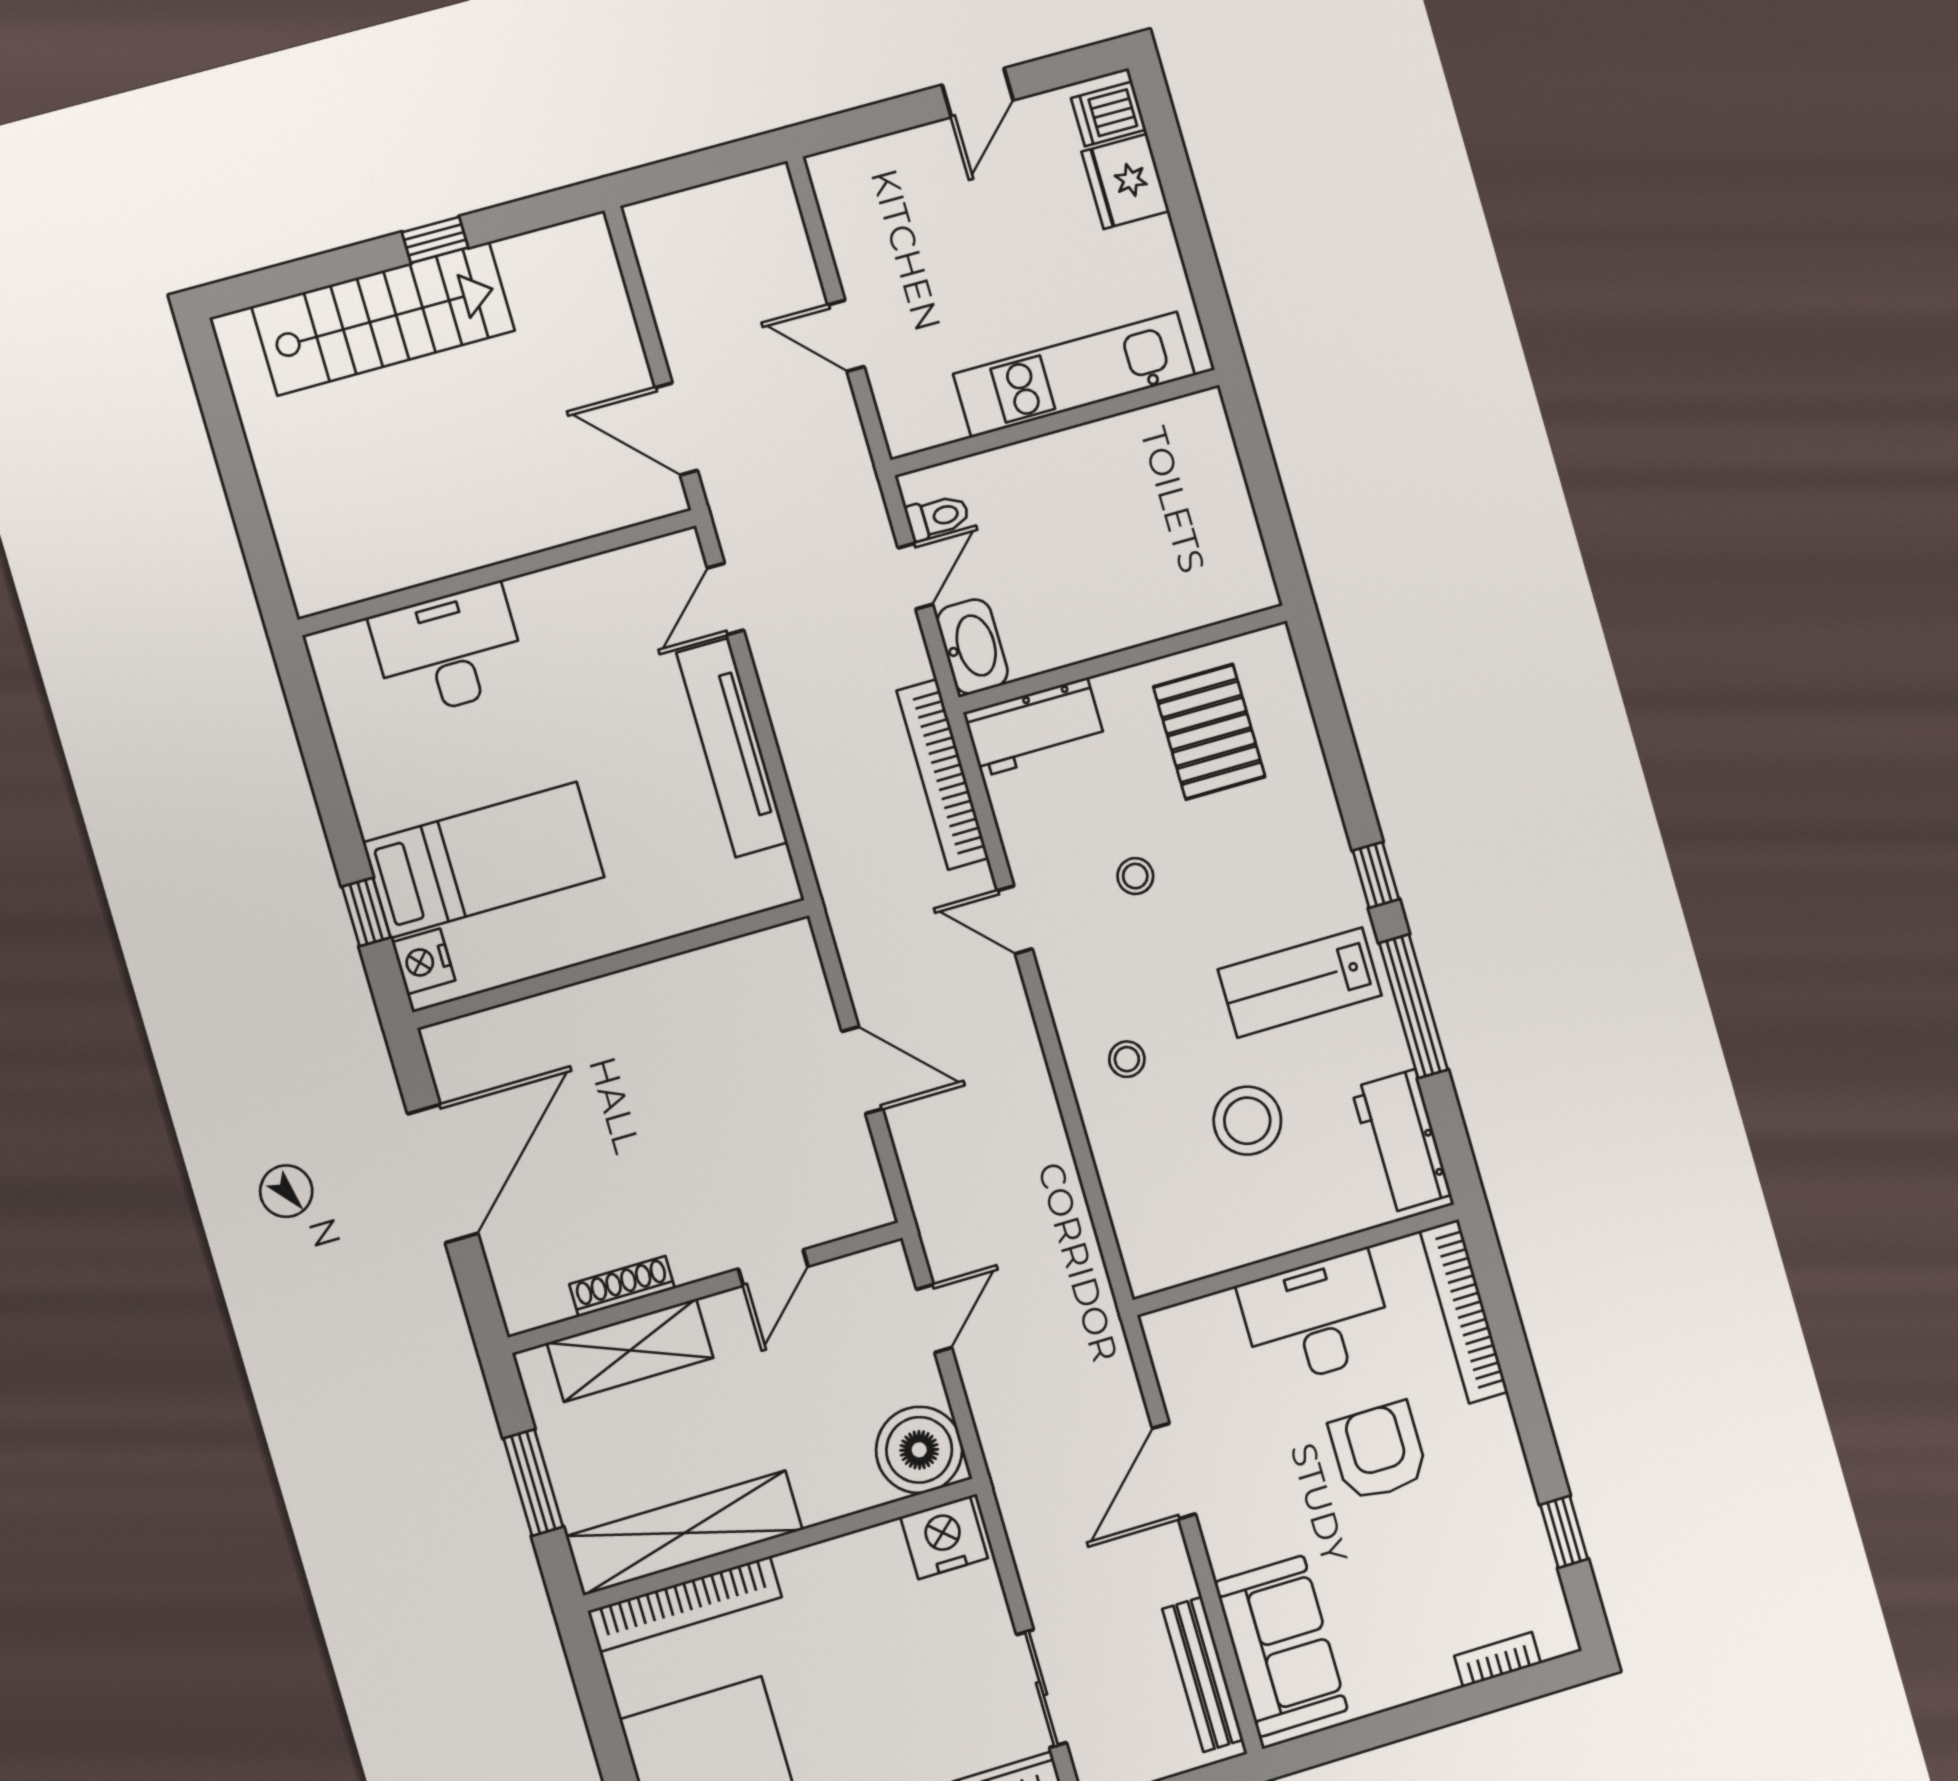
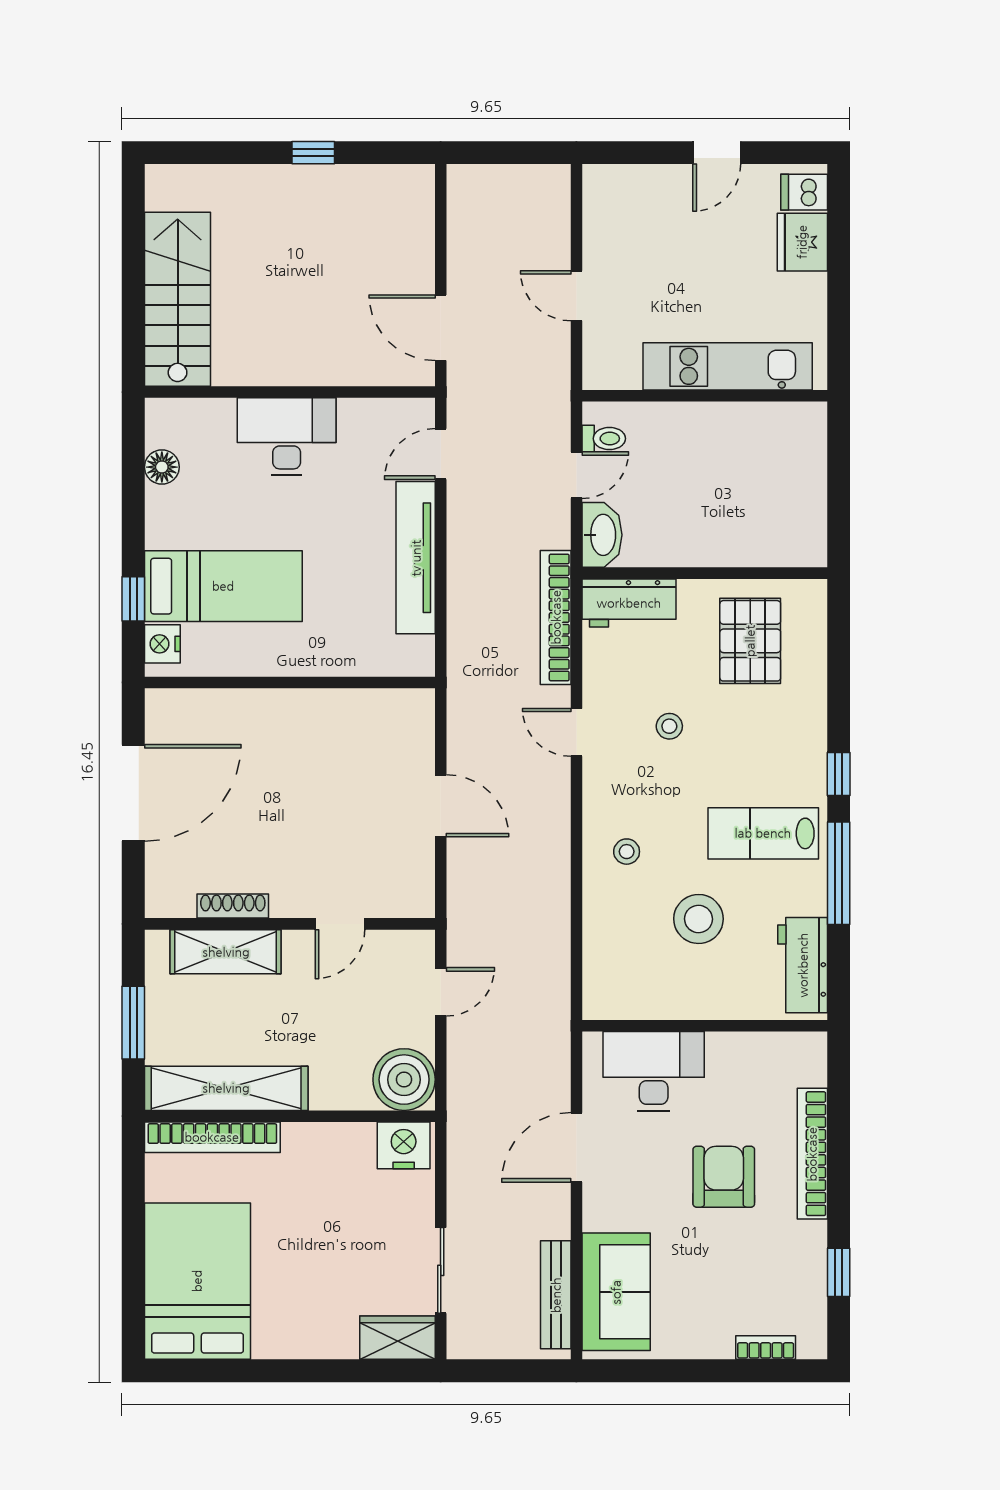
stairs: (383, 319) -> (178, 299), moved, turned -90
desk: (449, 651) -> (287, 436), moved
floor lamp: (353, 723) -> (162, 467), added
bookcase: (1464, 1311) -> (812, 1154), moved
desk: (1316, 1319) -> (654, 1071), moved

